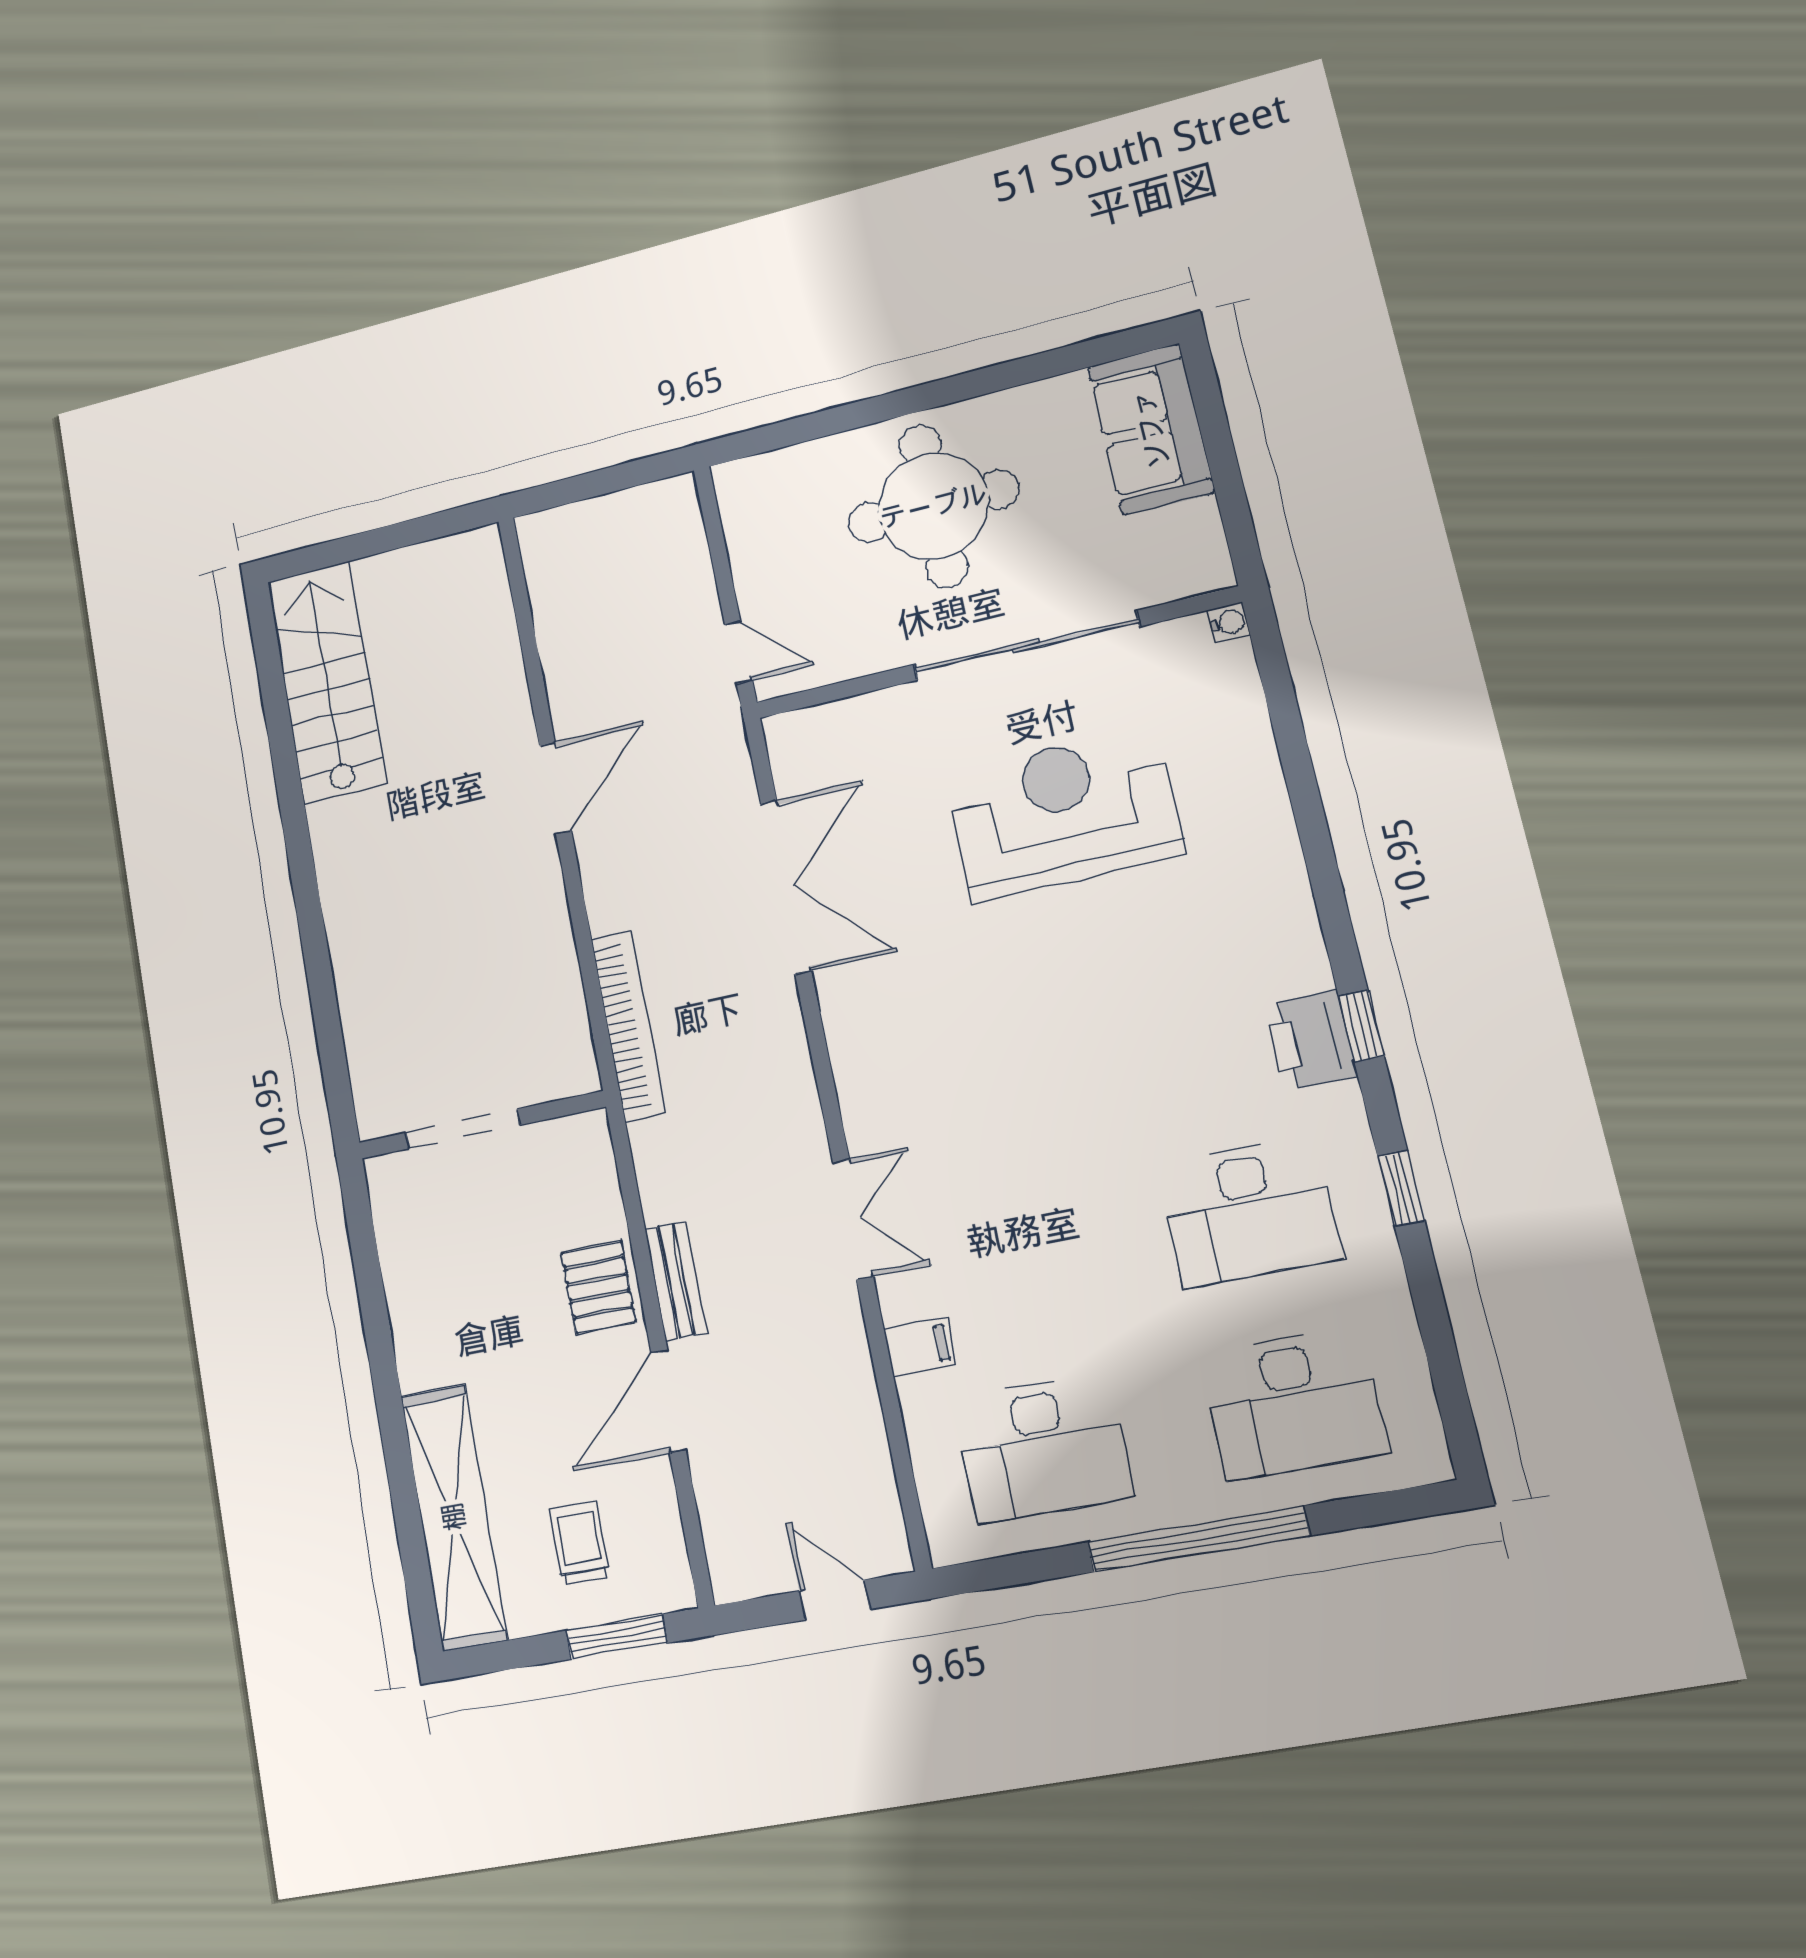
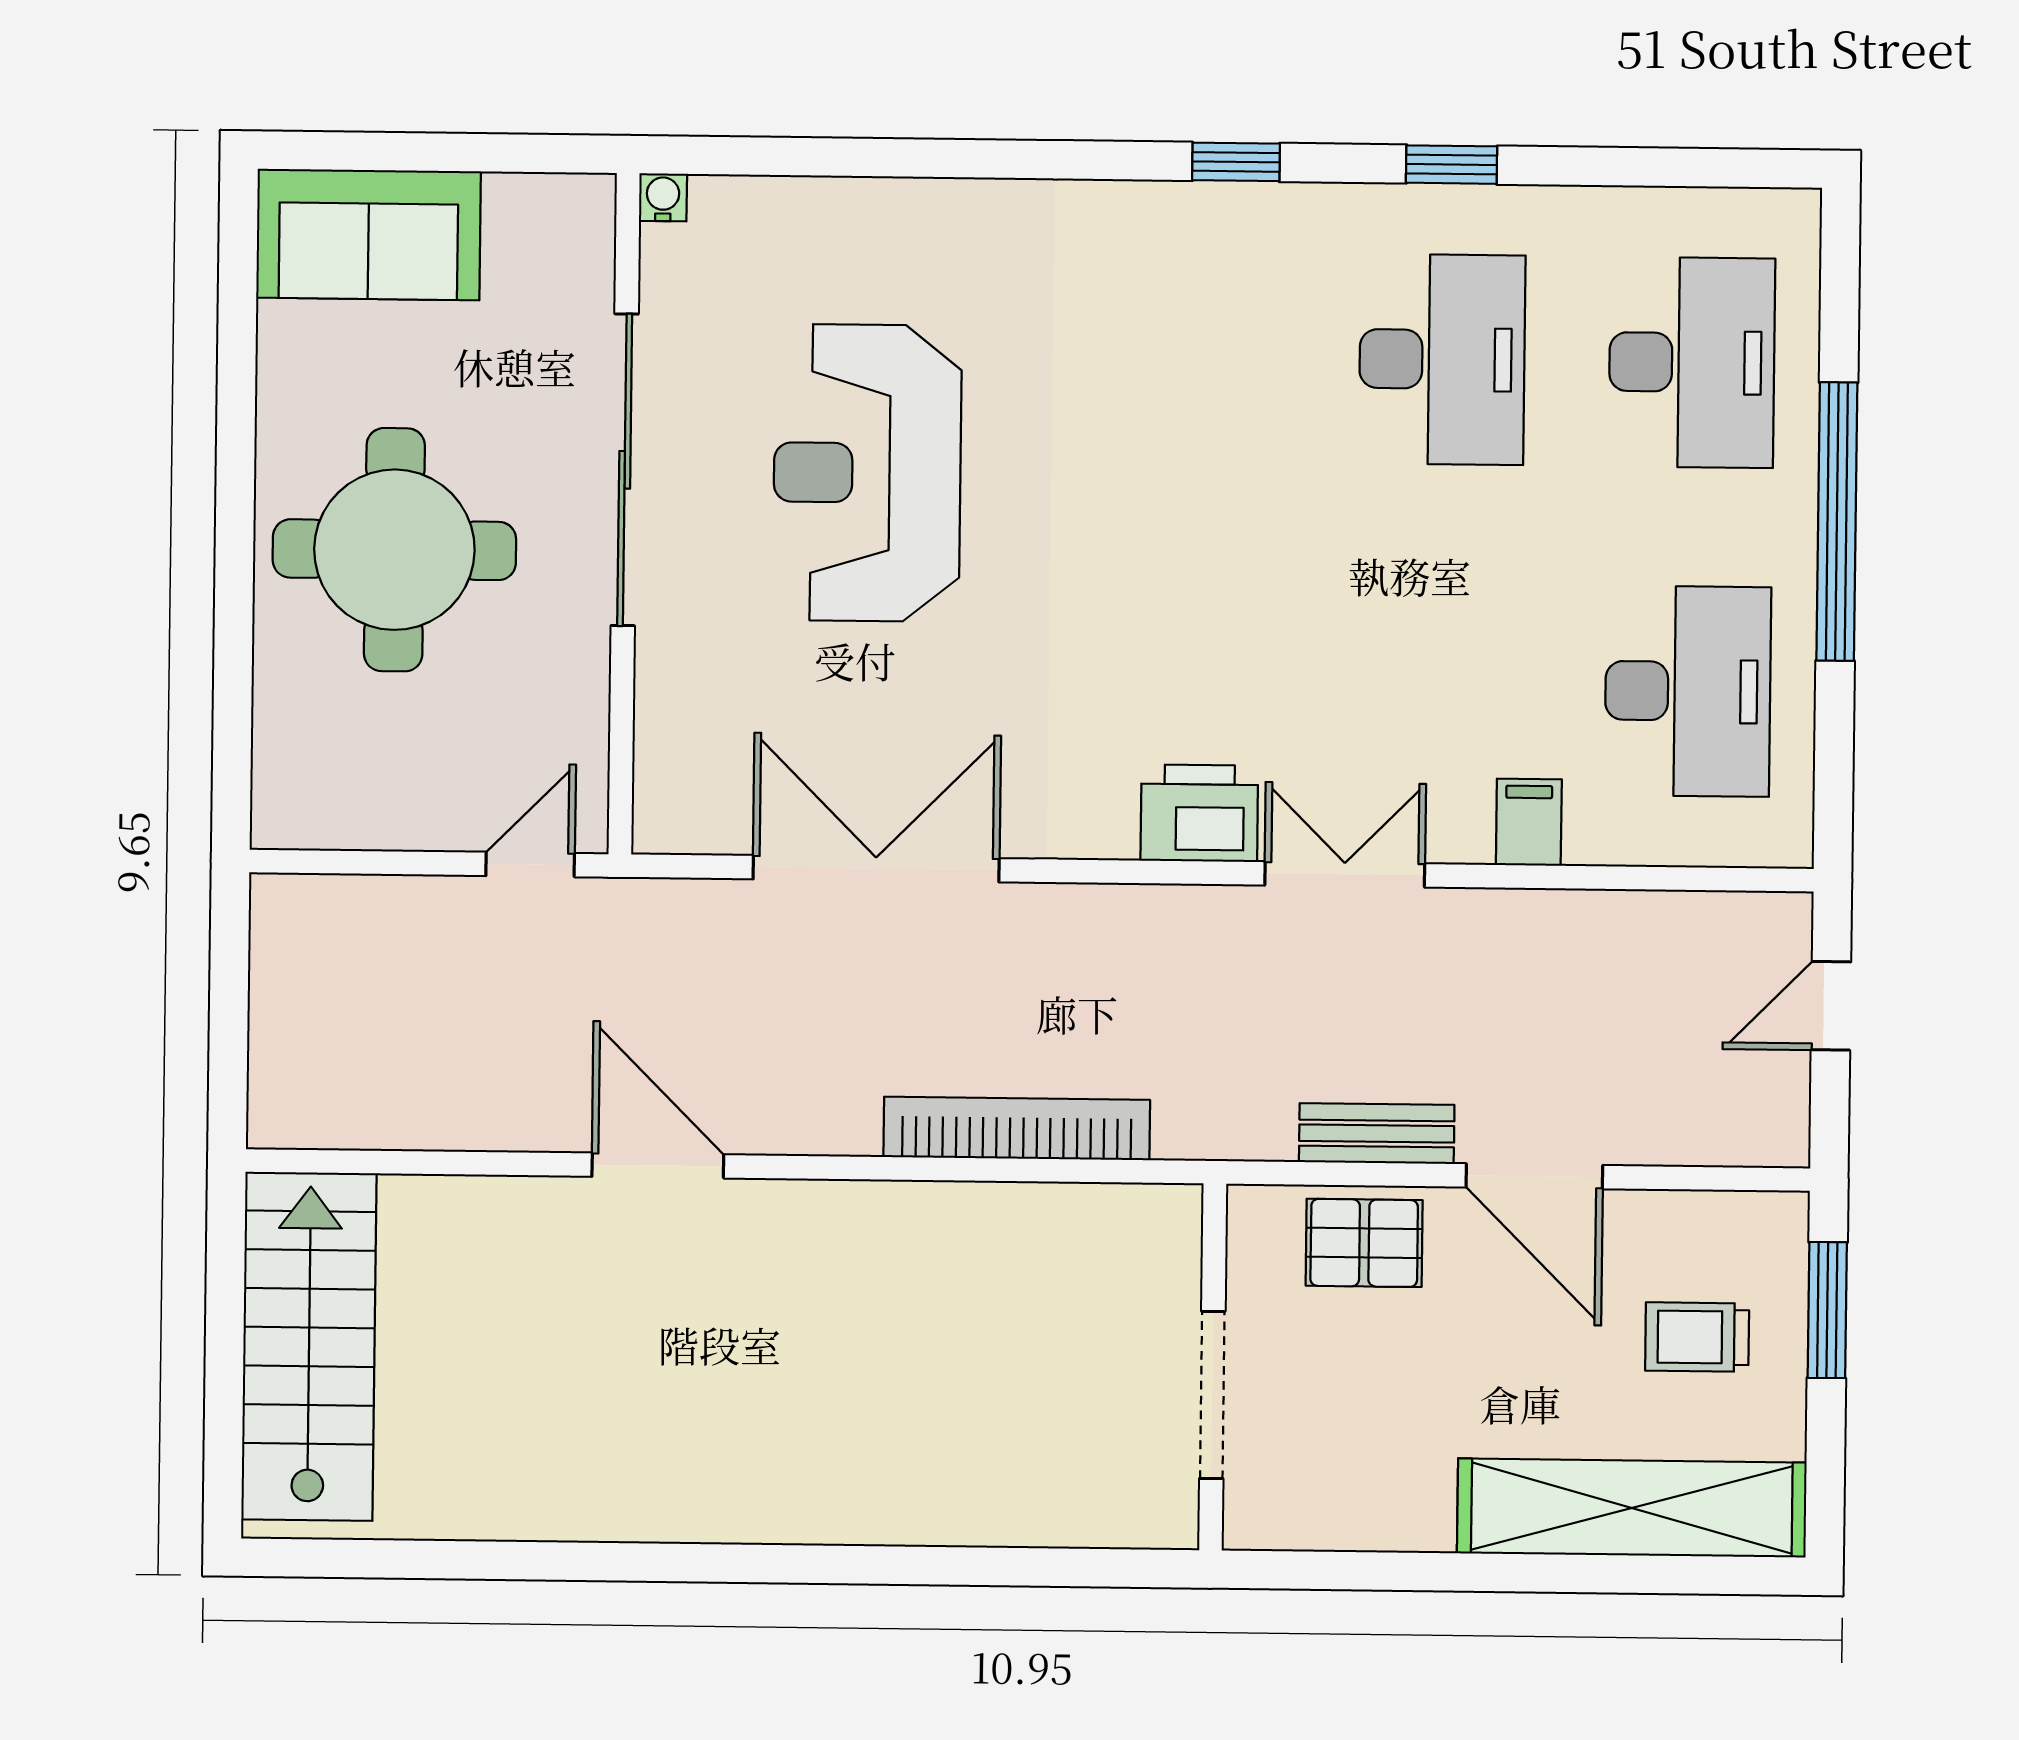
stairs: (327, 682) -> (309, 1346), moved, turned 90
printer: (1311, 1040) -> (1199, 813), moved, turned 180
wall: (481, 1125) -> (1213, 1367), moved
doorway: (463, 1129) -> (1212, 1395), moved

